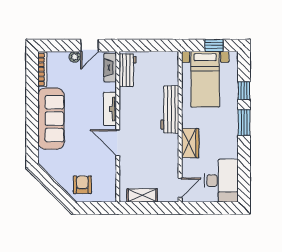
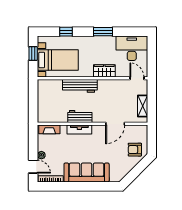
door: (90, 45) -> (33, 167), moved
workbench: (128, 70) -> (80, 117), moved
window: (244, 123) -> (103, 32), moved
door: (118, 143) -> (115, 124), moved

